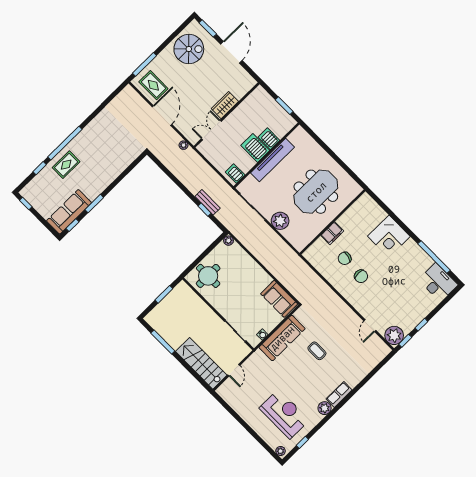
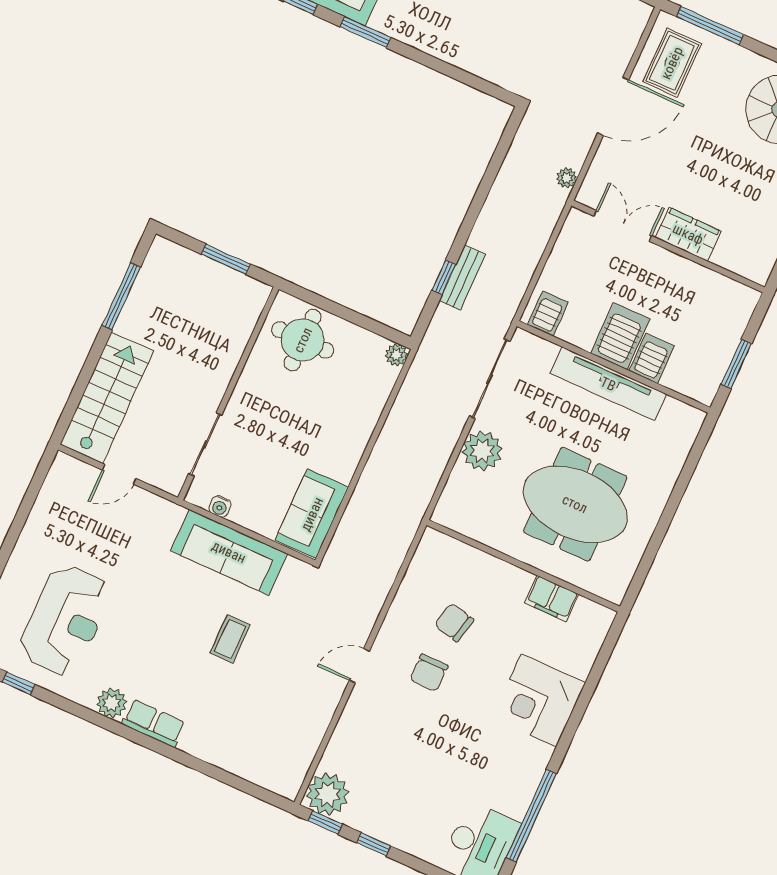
filing cabinet: (332, 233) -> (552, 598), moved
door: (370, 326) -> (359, 666), moved

